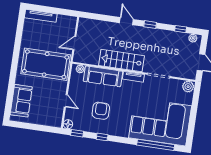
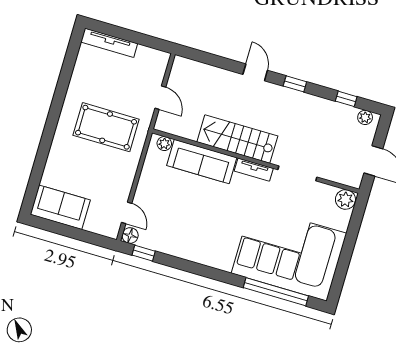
door: (74, 43) -> (160, 98), swing flipped
pool table: (46, 64) -> (106, 127), width x0.73, depth x0.76
sofa: (21, 101) -> (60, 207), moved, turned -90
door: (66, 101) -> (127, 213), moved
armchair: (101, 111) -> (190, 220), removed
window: (102, 137) -> (186, 265), removed

